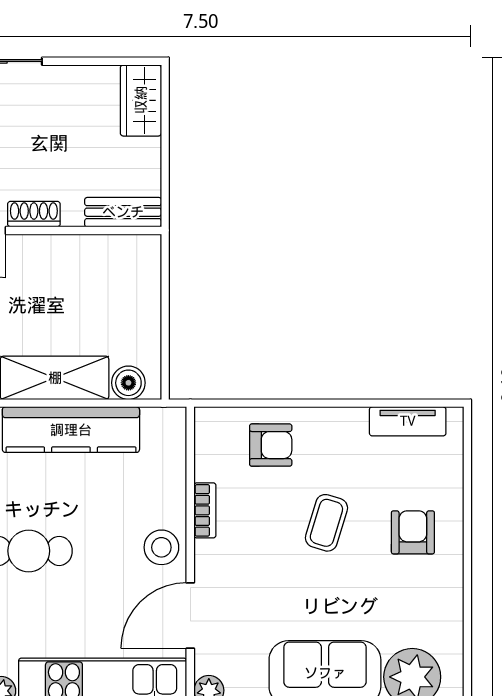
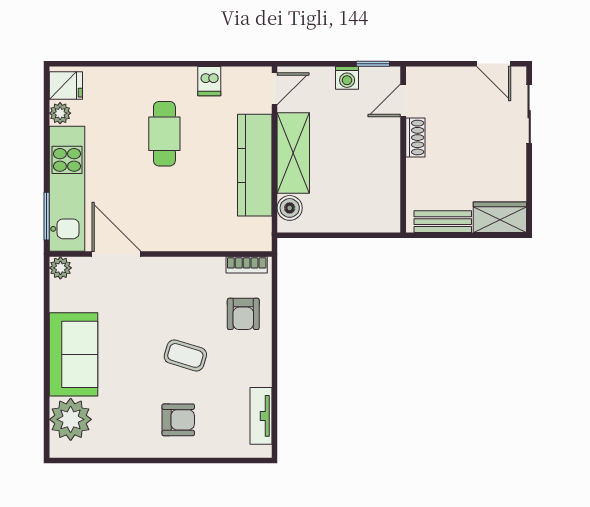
bench: (123, 212) -> (443, 222), moved, turned 90
bookcase: (205, 510) -> (247, 265), moved
stool: (161, 547) -> (167, 233), removed

